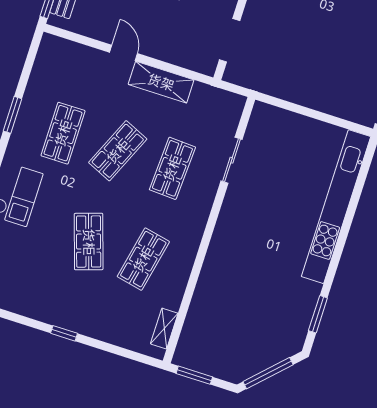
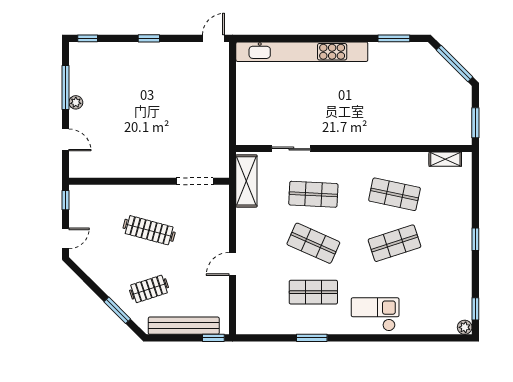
shelving: (161, 82) -> (246, 181), moved

